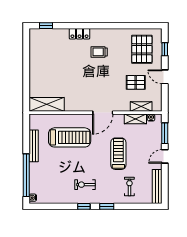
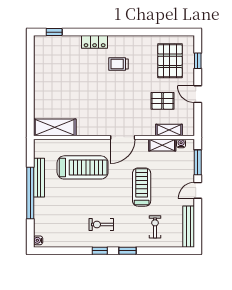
window: (26, 175) -> (30, 193), moved

